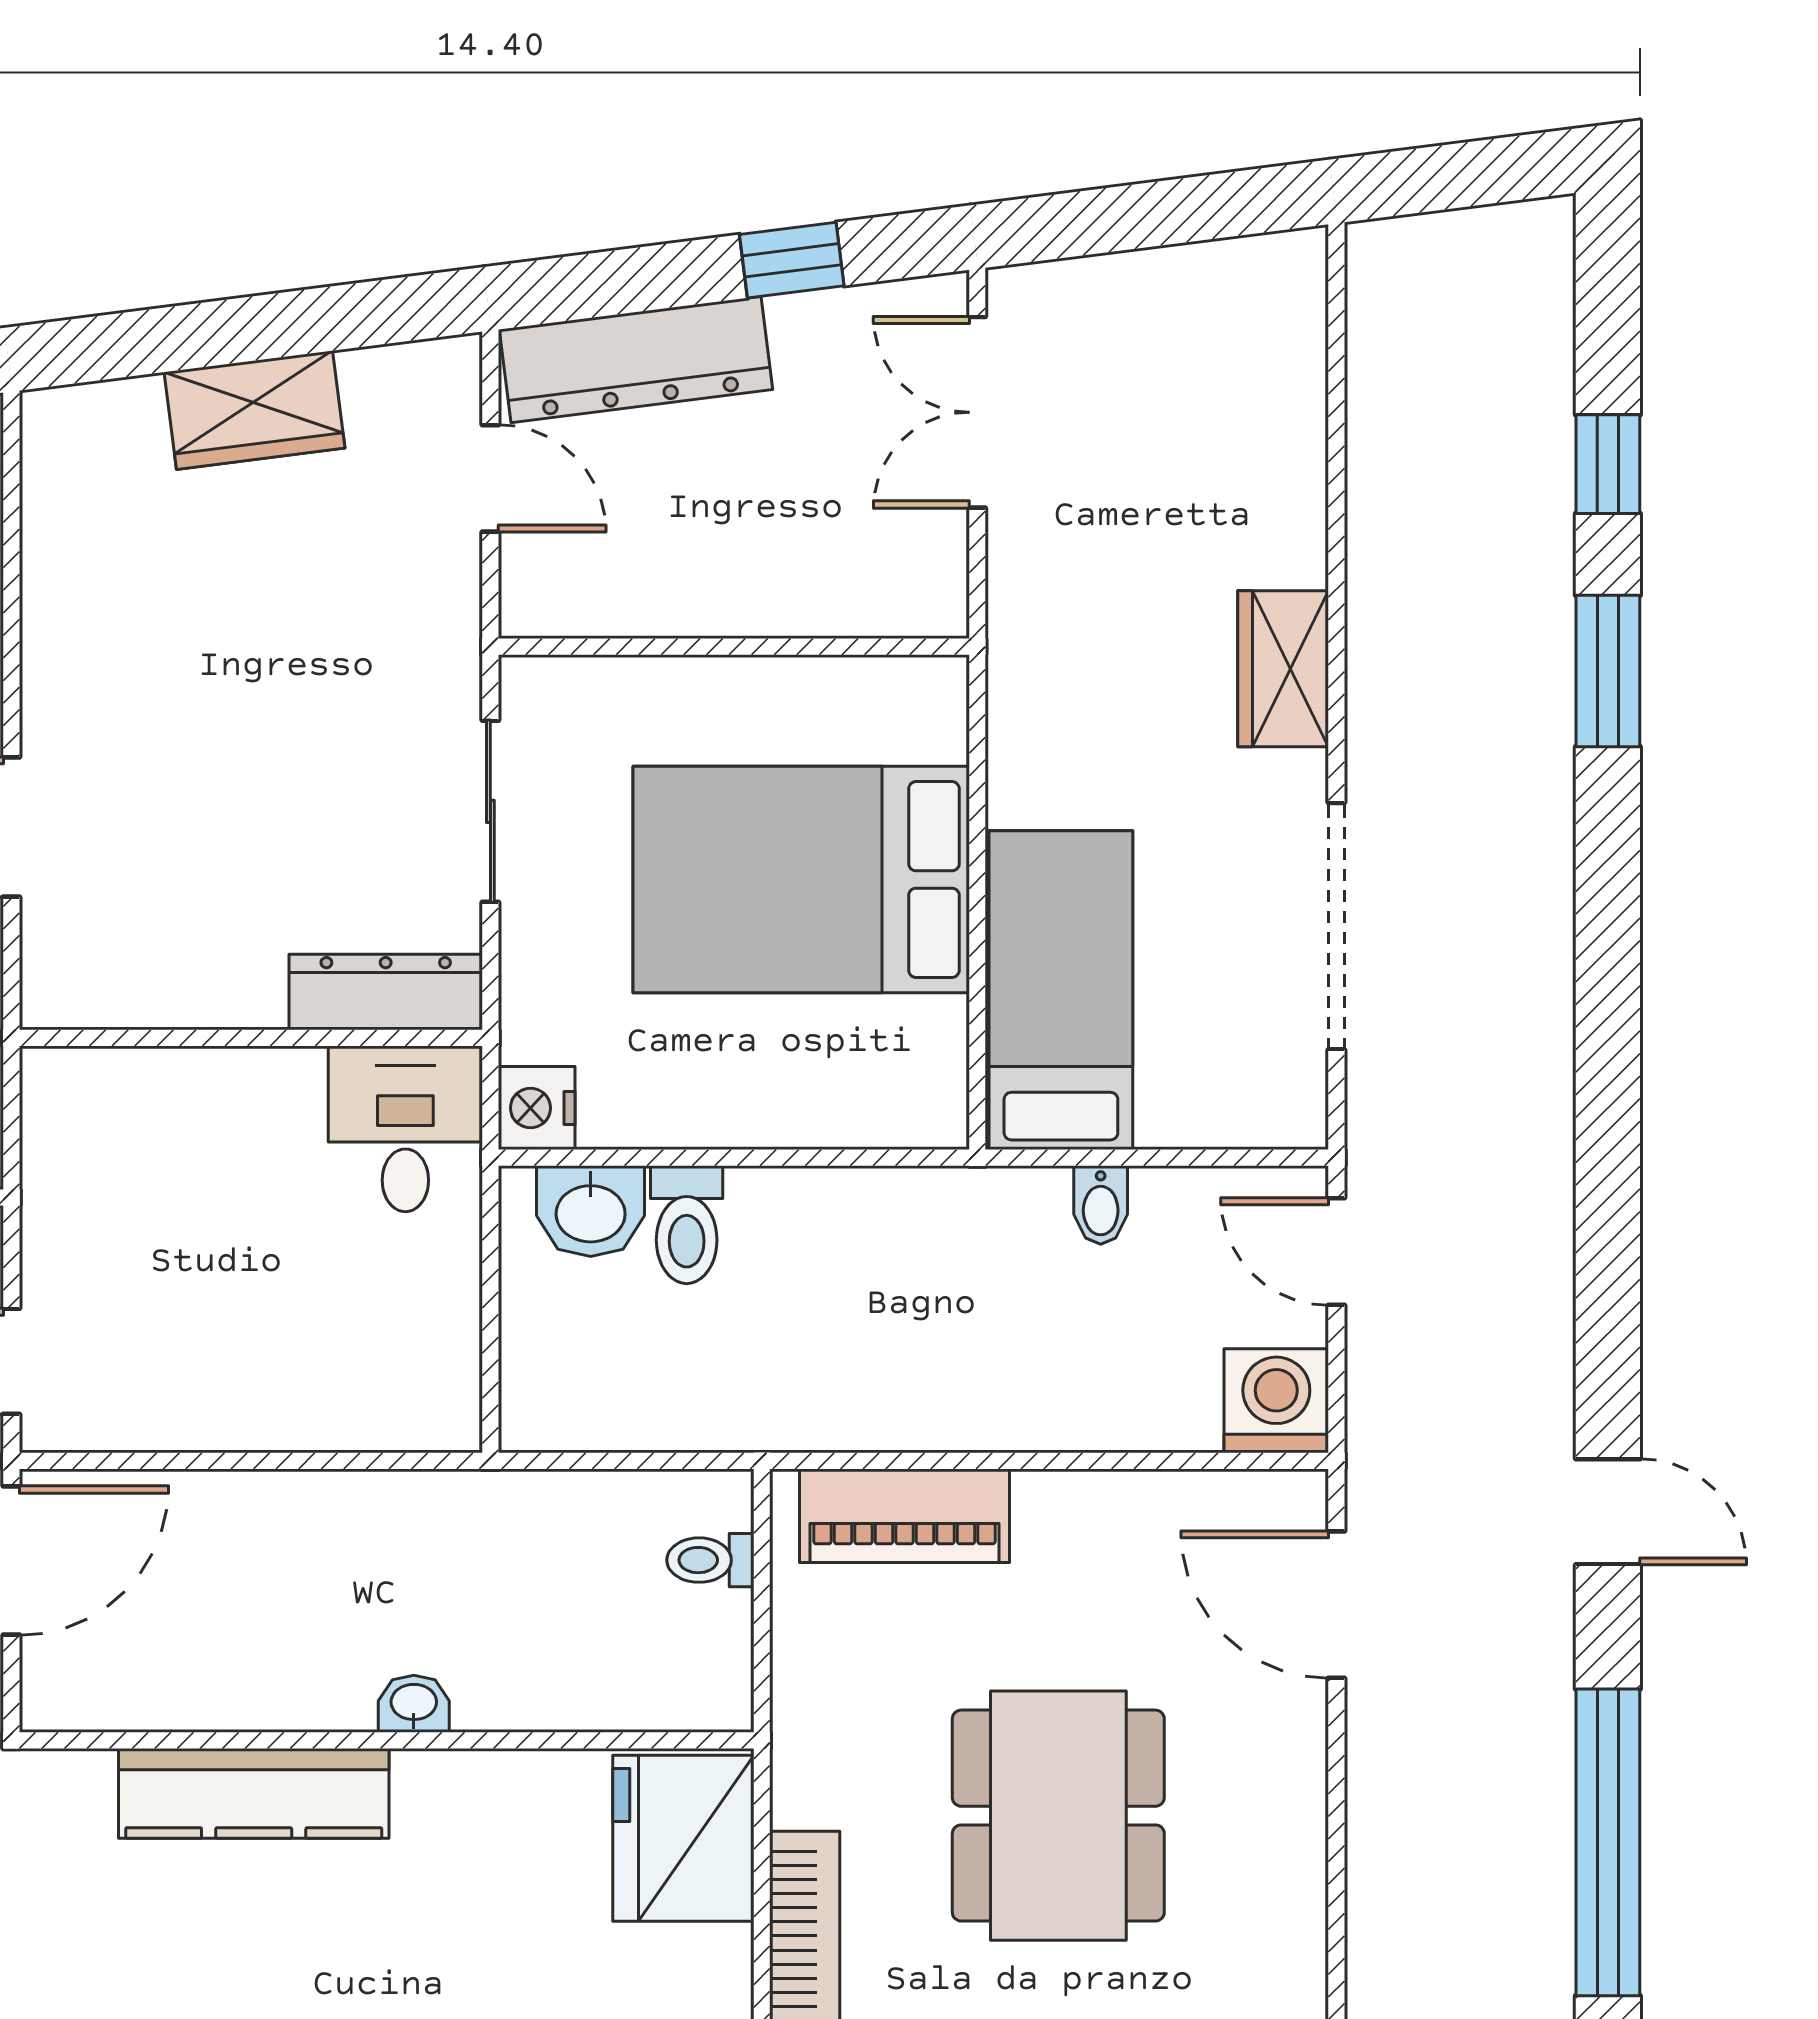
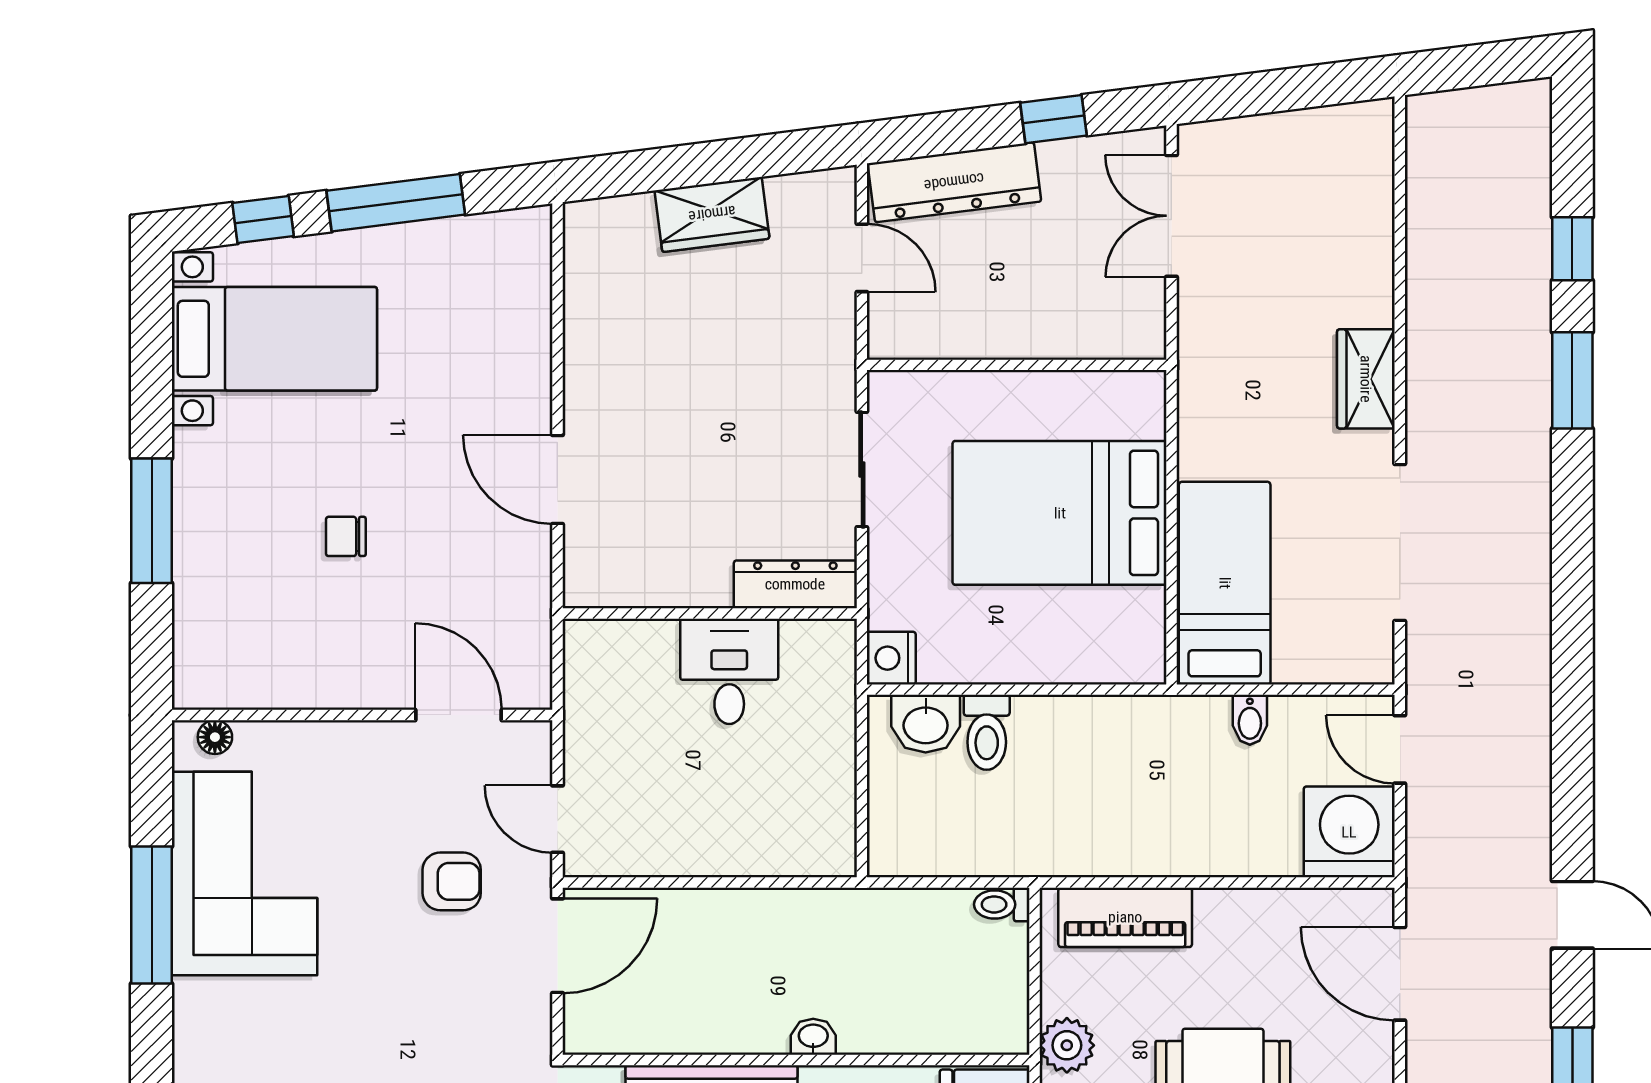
desk: (405, 1129) -> (729, 671), moved
washing machine: (1276, 1401) -> (1349, 832), width x1.37, depth x1.37
toilet: (710, 1560) -> (1002, 904), moved
plant: (813, 1717) -> (1067, 1045), added

